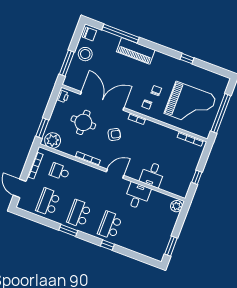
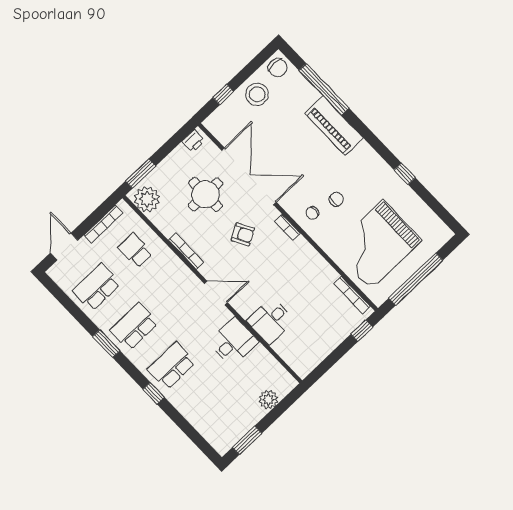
window: (67, 63) -> (223, 95), width x0.46
grand piano: (190, 105) -> (377, 245), turned 90
window: (197, 177) -> (362, 331), moved
plant: (176, 206) -> (268, 400), moved

